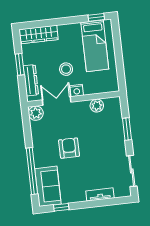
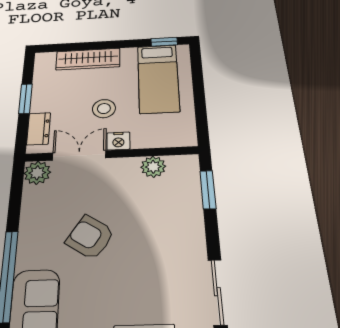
wardrobe: (39, 35) -> (88, 59), moved
dresser: (31, 80) -> (39, 129), width x0.70
window: (127, 129) -> (208, 190), moved
armchair: (69, 148) -> (90, 237), turned -57

